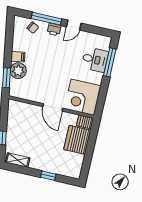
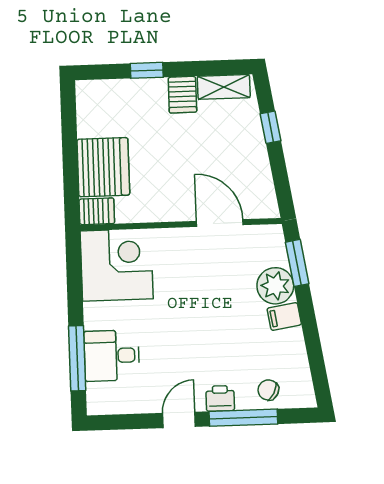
door: (53, 107) -> (220, 223), moved
server rack: (36, 161) -> (182, 95), added

